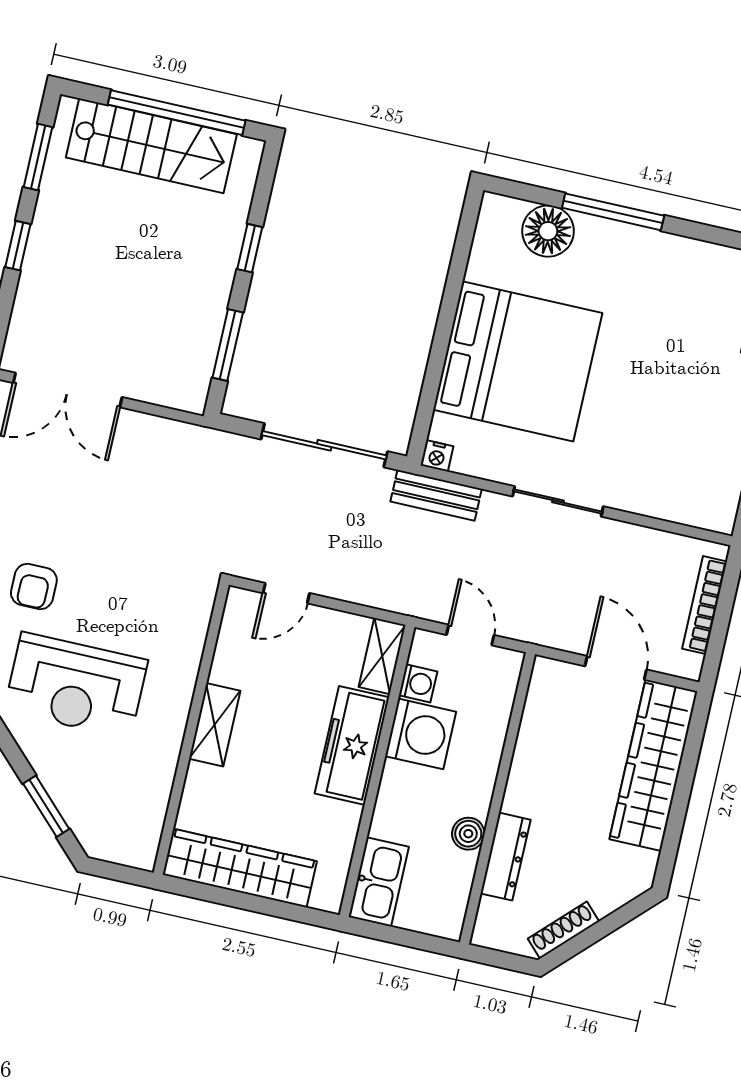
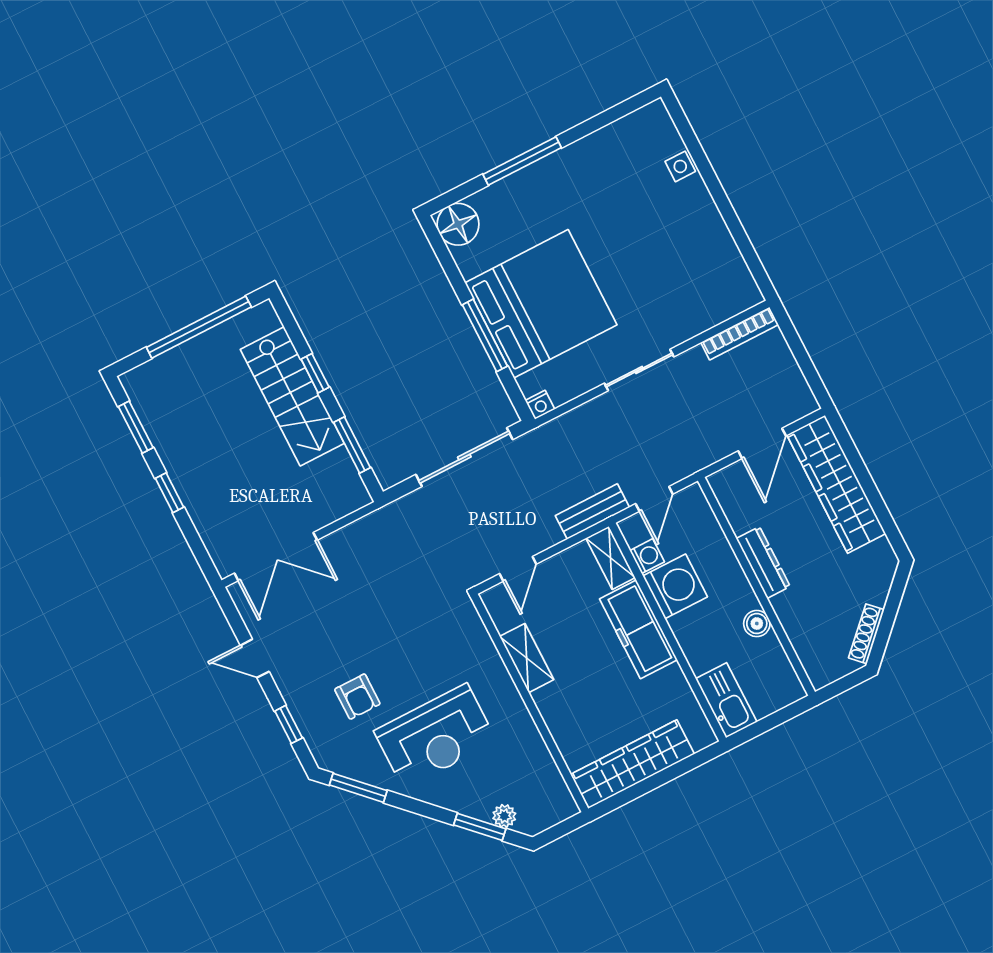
stairs: (151, 146) -> (292, 396), moved, turned 90
floor lamp: (548, 231) -> (458, 224), moved
window: (440, 347) -> (485, 335), added
bench: (436, 495) -> (592, 512), moved
bookcase: (705, 605) -> (740, 334), moved, turned -90
door: (470, 635) -> (654, 499), swing flipped
door: (616, 668) -> (762, 443), swing flipped
shelving: (215, 725) -> (527, 658), moved
plant: (78, 815) -> (504, 816), added
dresser: (506, 857) -> (763, 562), moved

